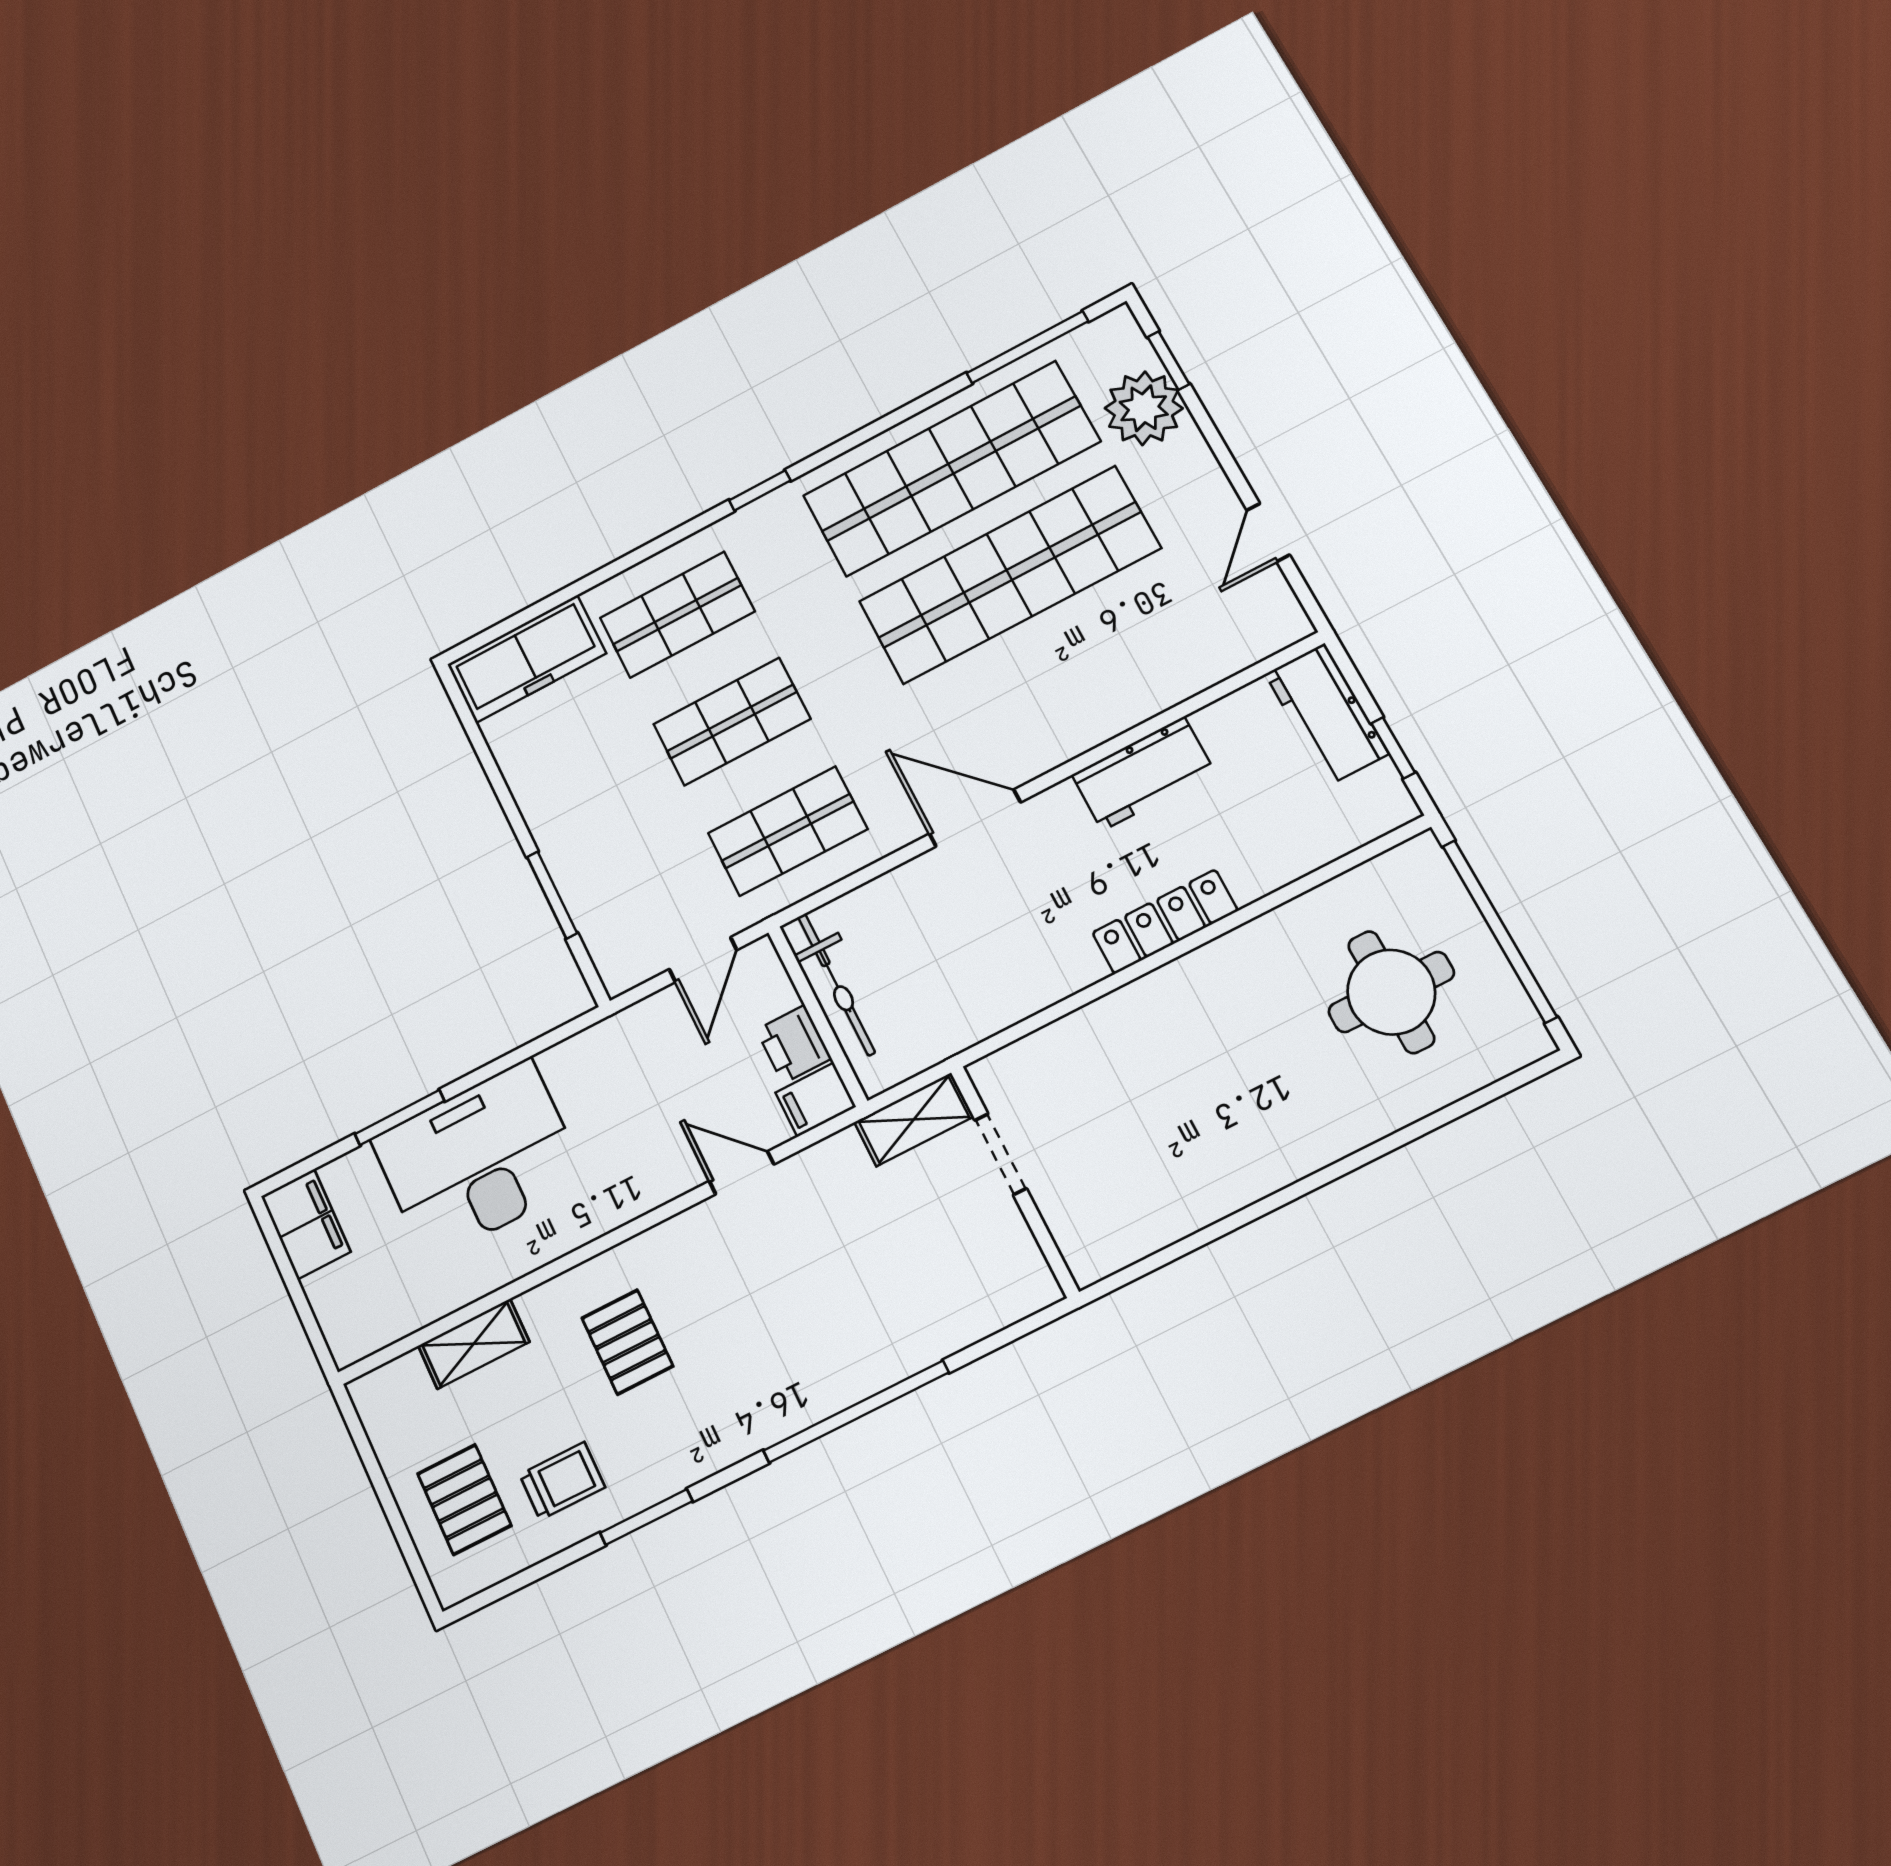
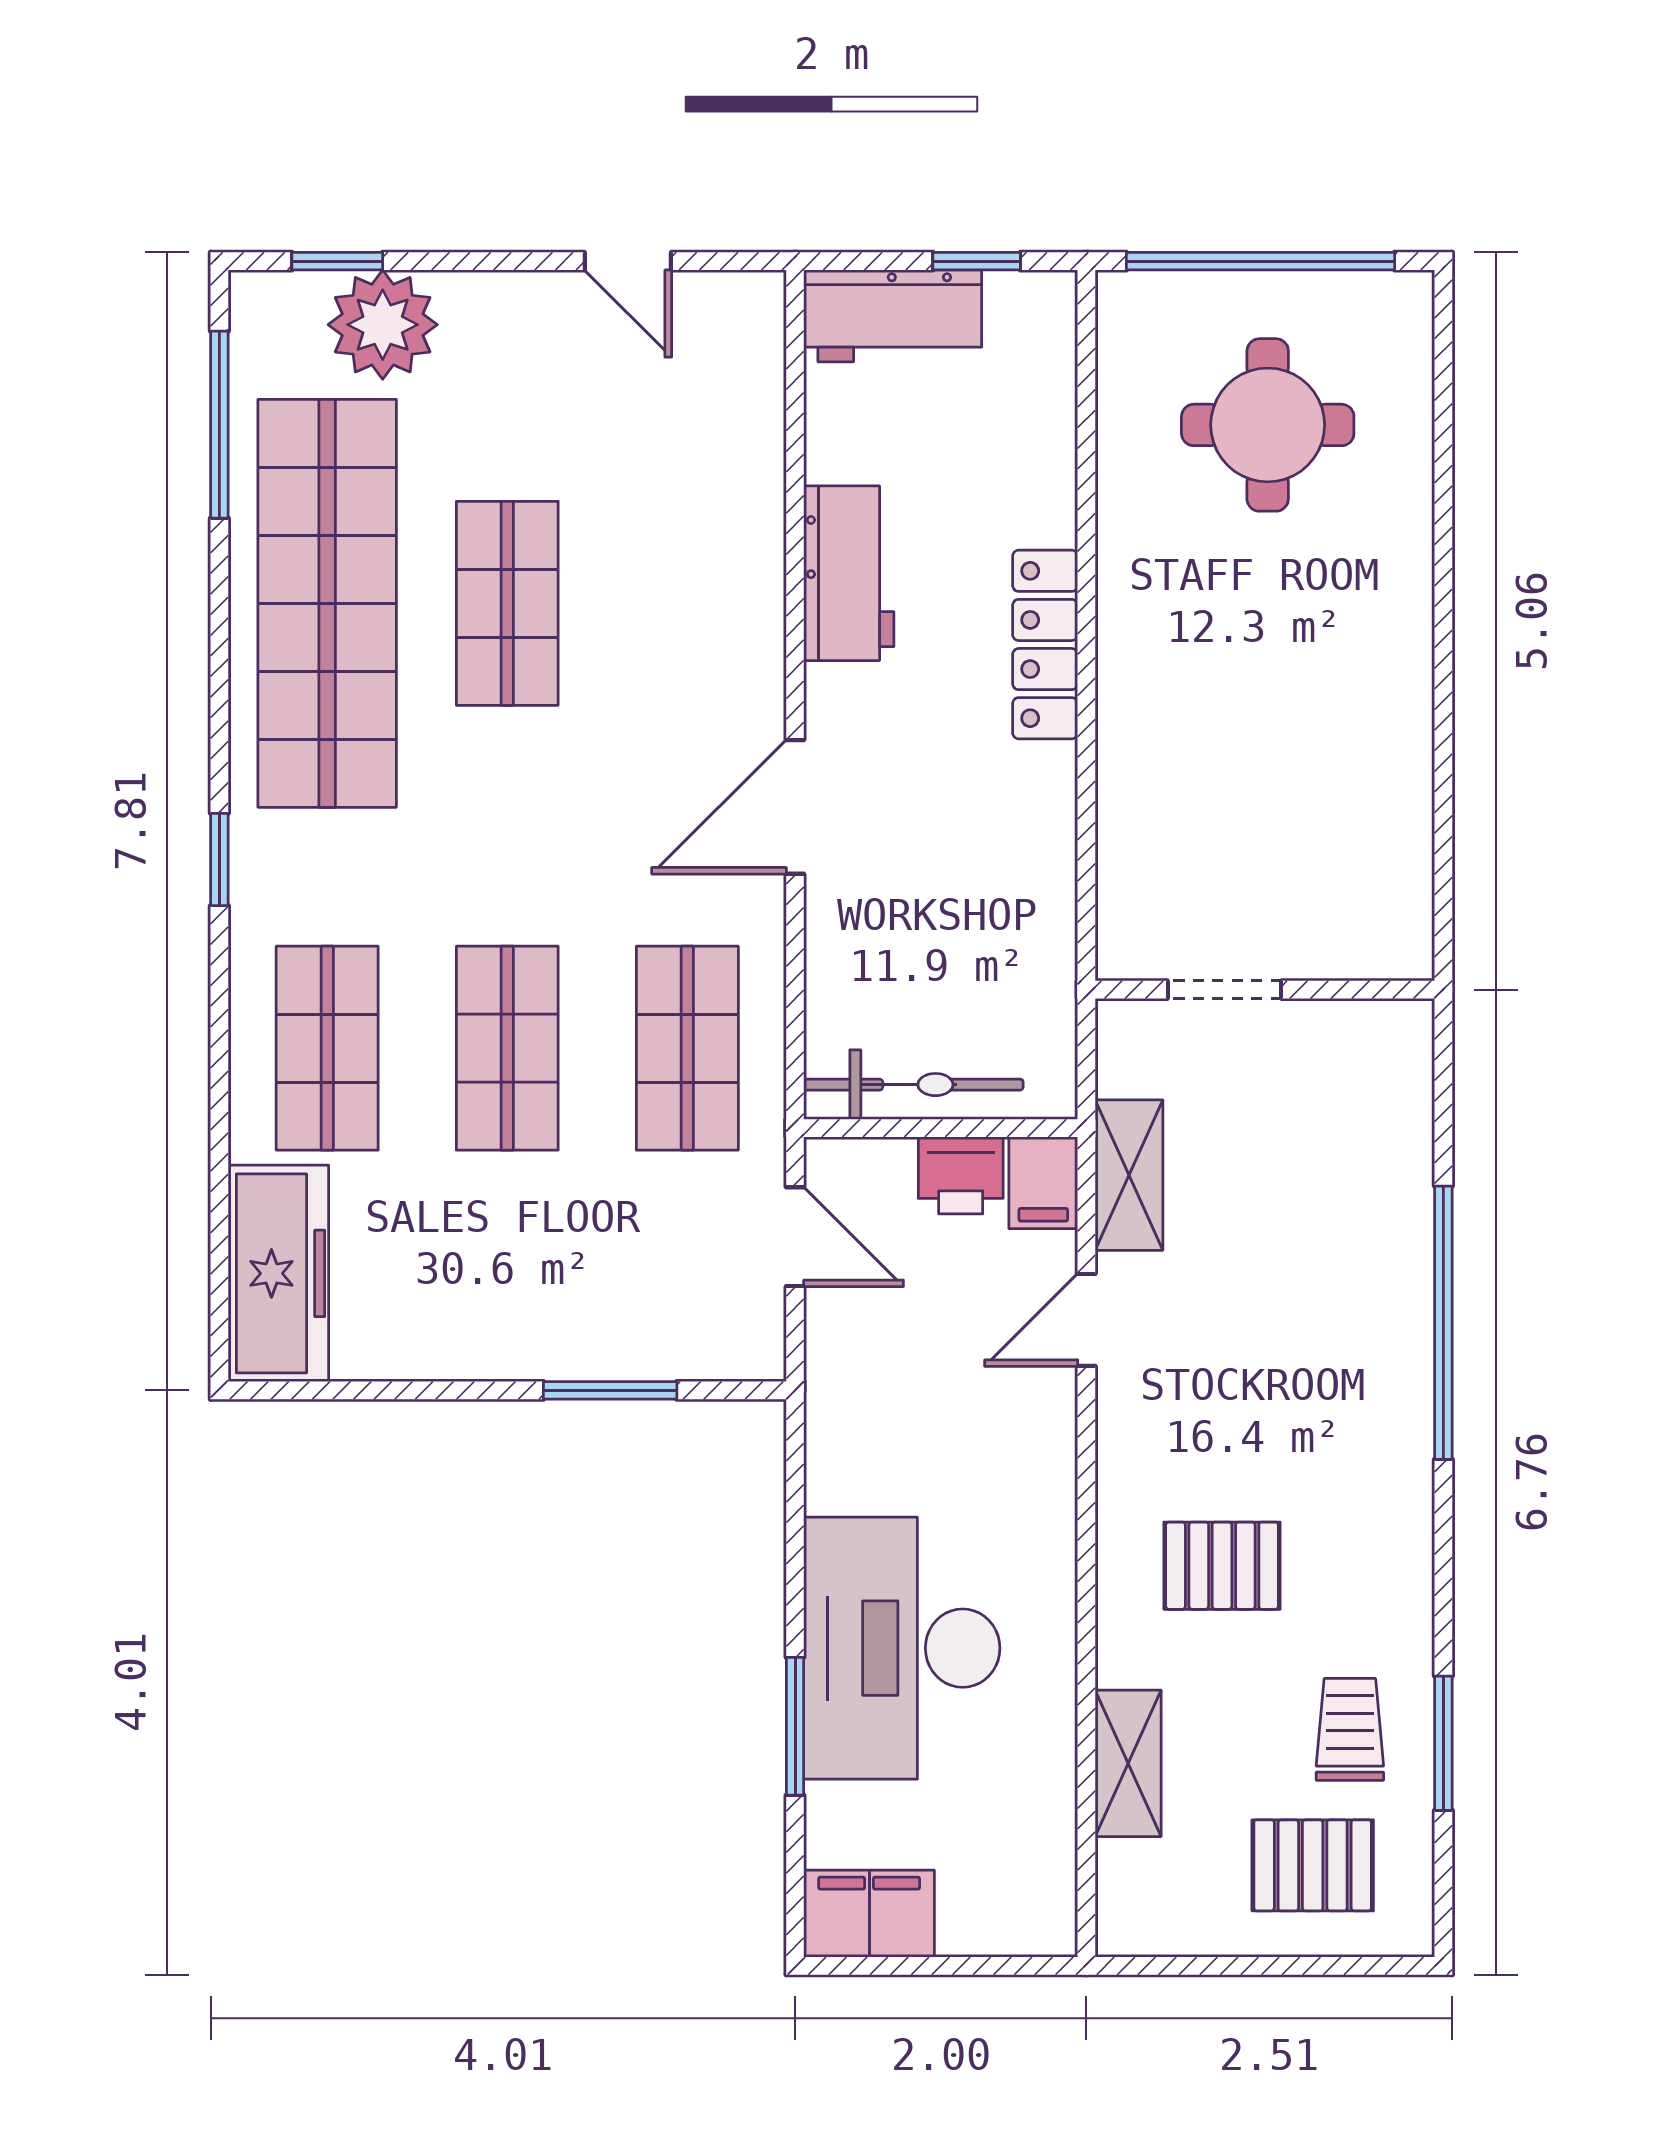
shop shelf: (1009, 575) -> (507, 603), width x0.50, depth x0.74
shelving: (914, 1119) -> (1129, 1175), moved
window: (646, 1517) -> (1443, 1743), moved

